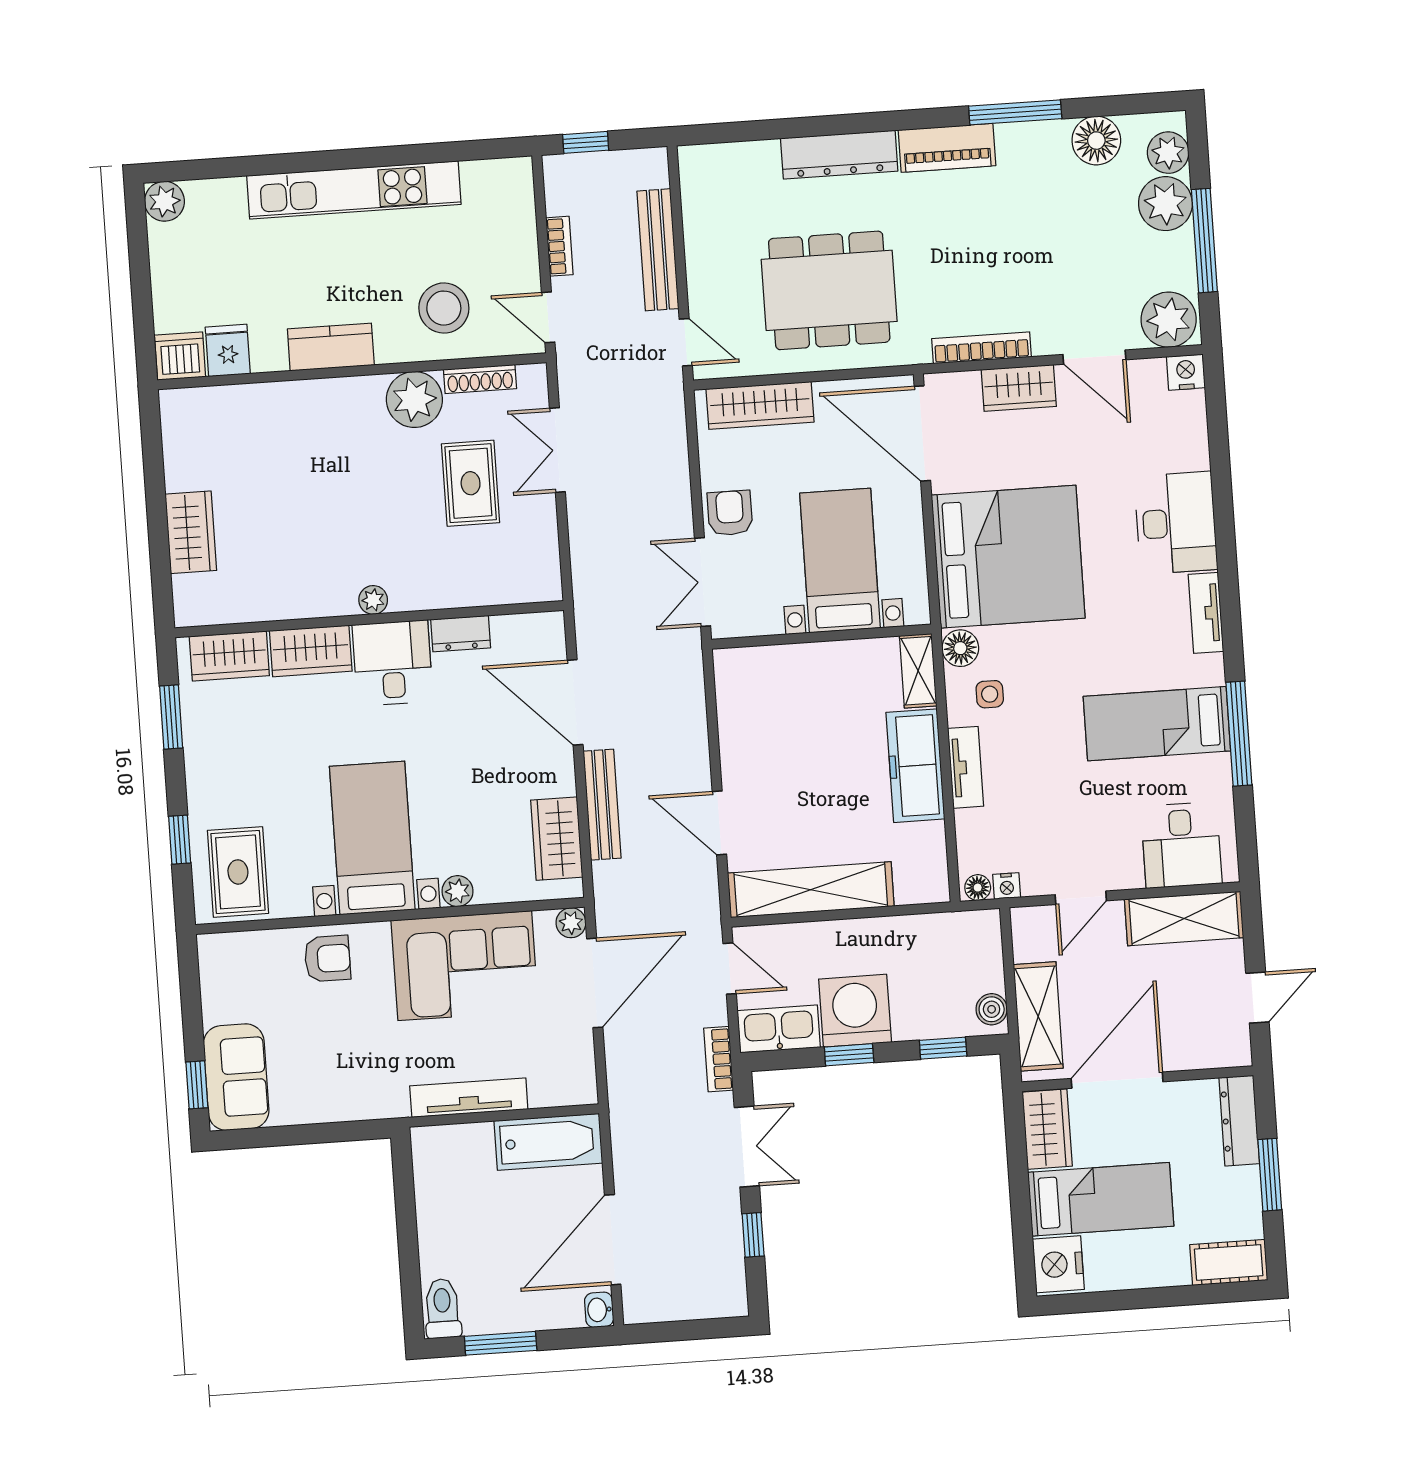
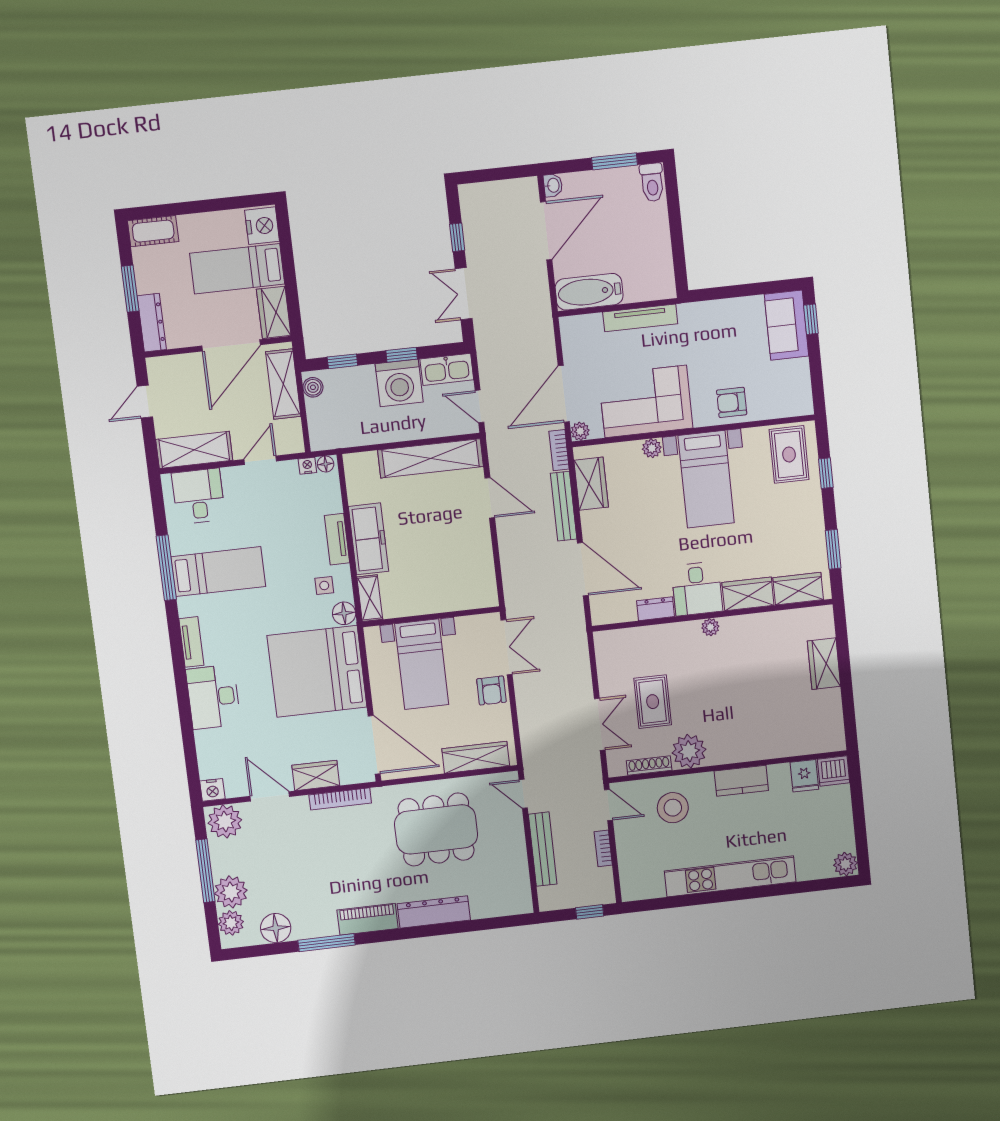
bookcase: (719, 1059) -> (559, 450), moved, turned 180

